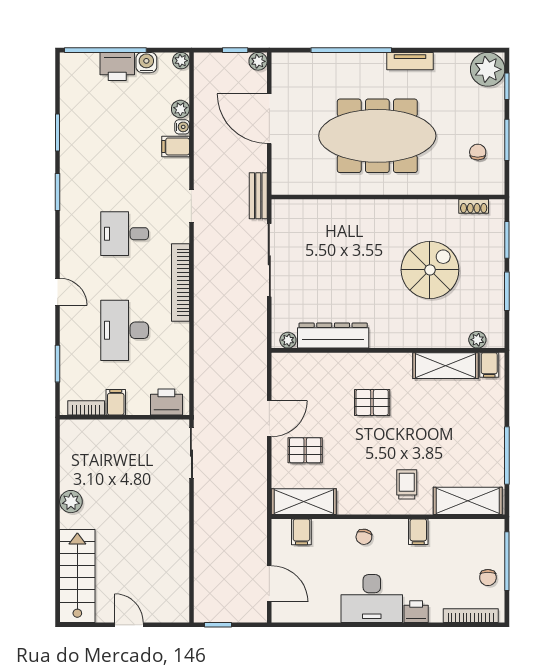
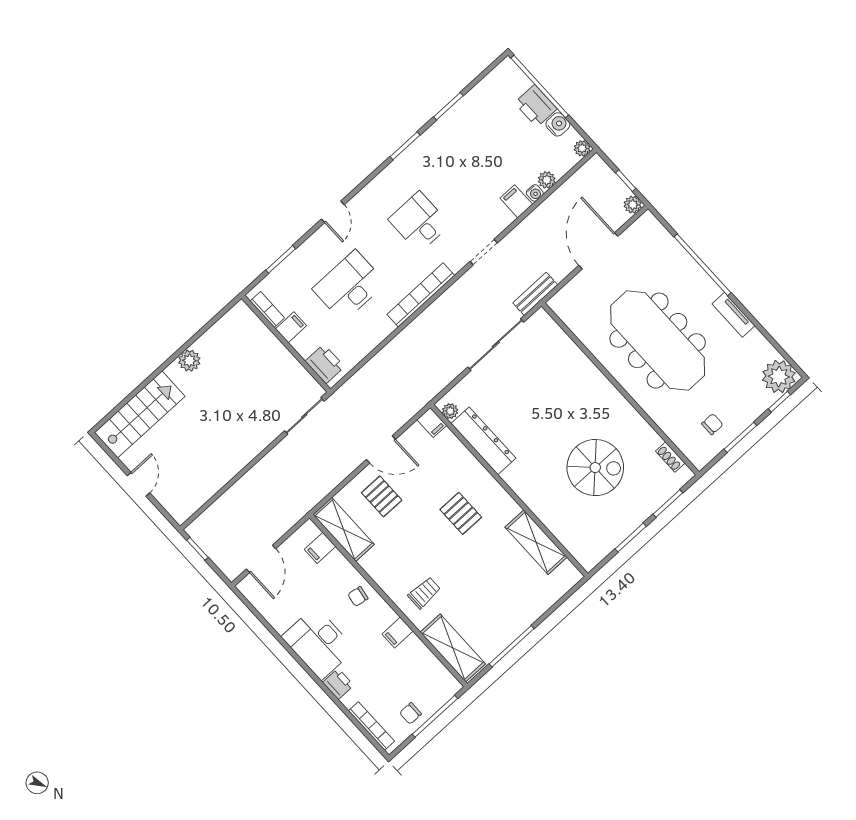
plant: (477, 340) -> (576, 548), removed
filing cabinet: (489, 365) -> (432, 423), moved, turned -90

